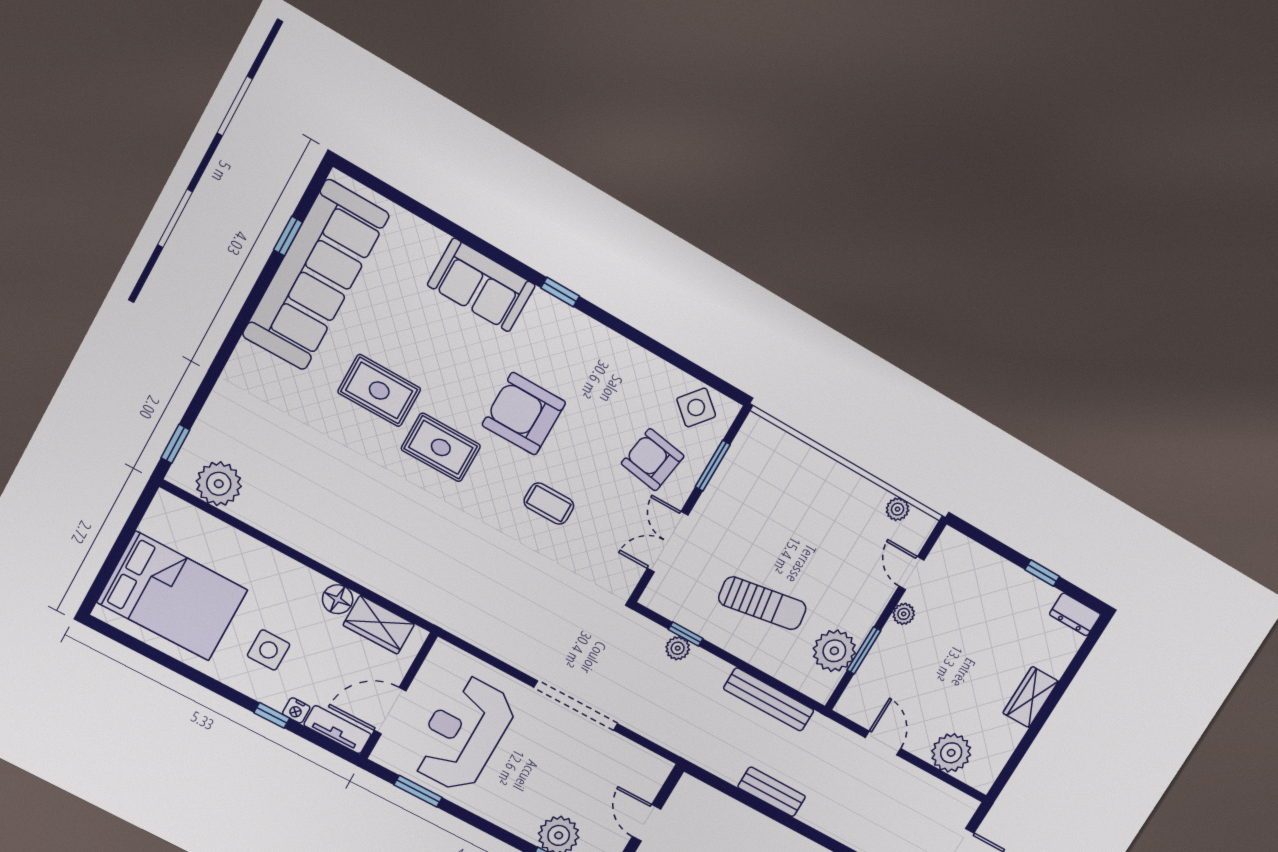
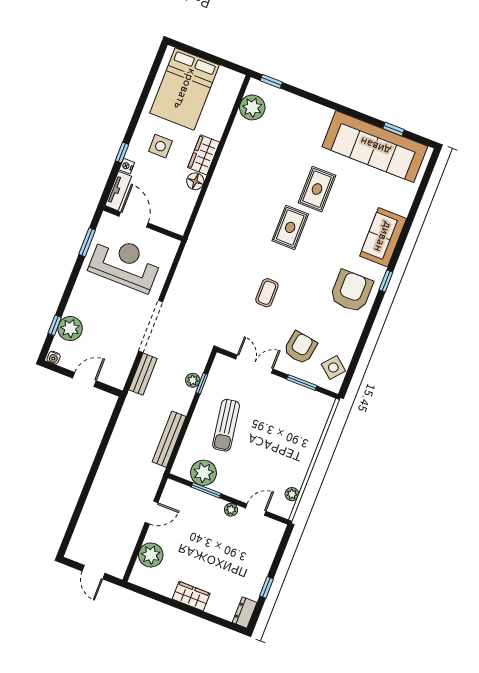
armchair: (524, 414) -> (351, 291), moved
wardrobe: (379, 625) -> (204, 155), moved
bench: (772, 792) -> (143, 374), moved

